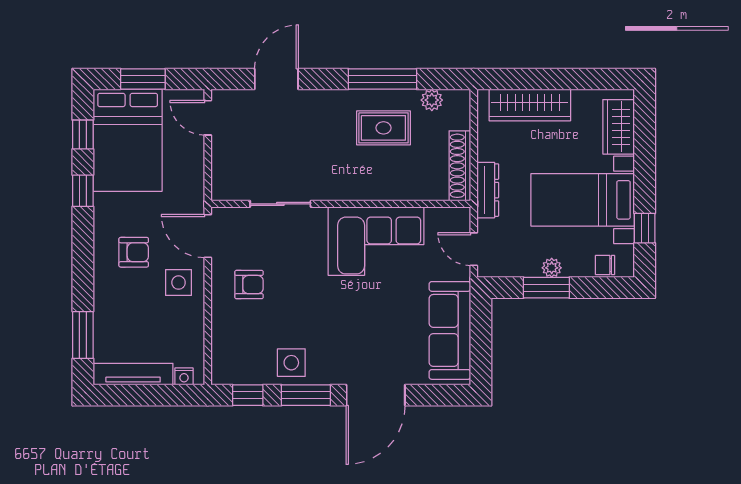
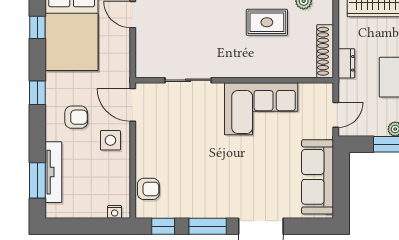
dresser: (488, 190) -> (346, 63), width x0.70
window: (83, 191) -> (37, 93), moved
door: (474, 249) -> (336, 115), swing flipped
armchair: (249, 285) -> (148, 189), moved
side table: (291, 363) -> (197, 201), removed
tv unit: (133, 374) -> (53, 172), moved, turned 90

